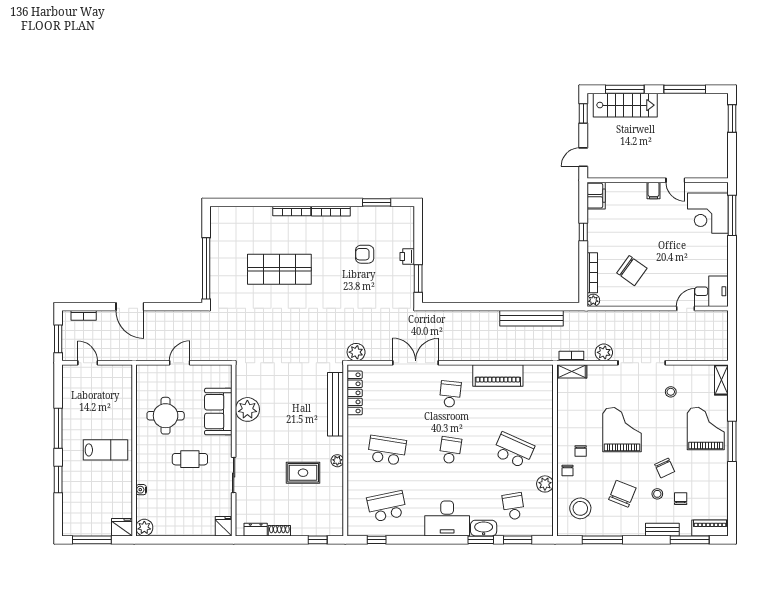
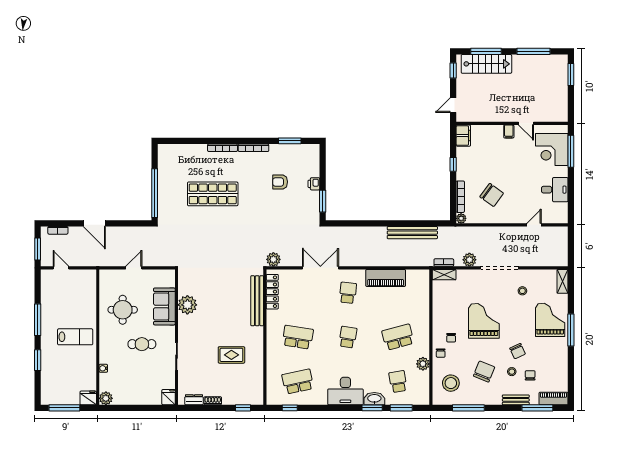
desk: (712, 291) -> (555, 190), moved
school desk: (513, 450) -> (398, 337), turned -39
plant: (337, 461) -> (259, 345), removed

